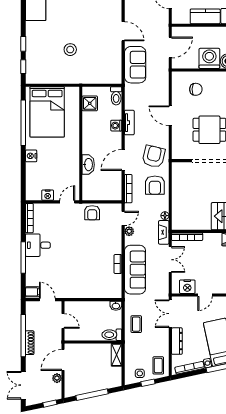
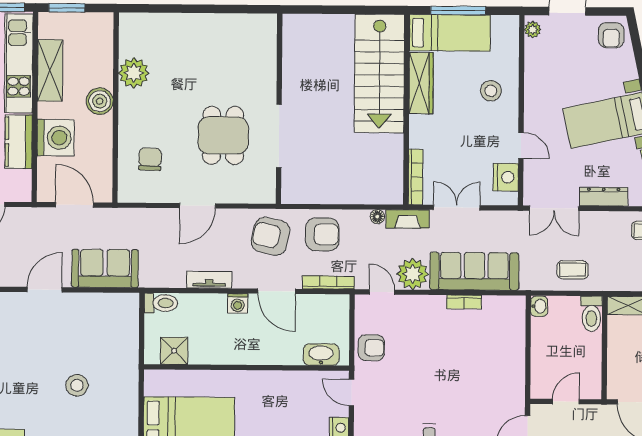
washing machine: (209, 58) -> (56, 138), moved, turned 180
washing machine: (116, 126) -> (238, 303), moved
washbasin: (88, 165) -> (321, 355), moved
plant: (129, 231) -> (413, 274), width x1.87, depth x1.87

